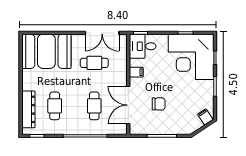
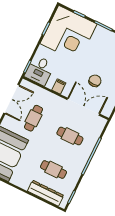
double door: (128, 105) -> (83, 107), swing flipped

